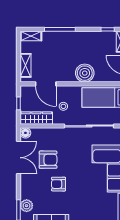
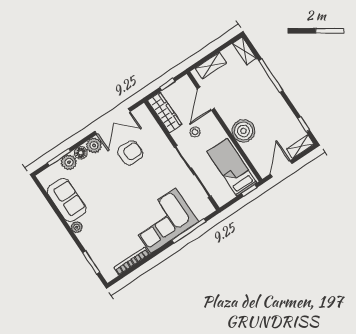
floor lamp: (25, 133) -> (81, 153), moved
armchair: (48, 160) -> (130, 153), turned -90
plant: (26, 181) -> (94, 145), added
armchair: (59, 184) -> (113, 180), removed

